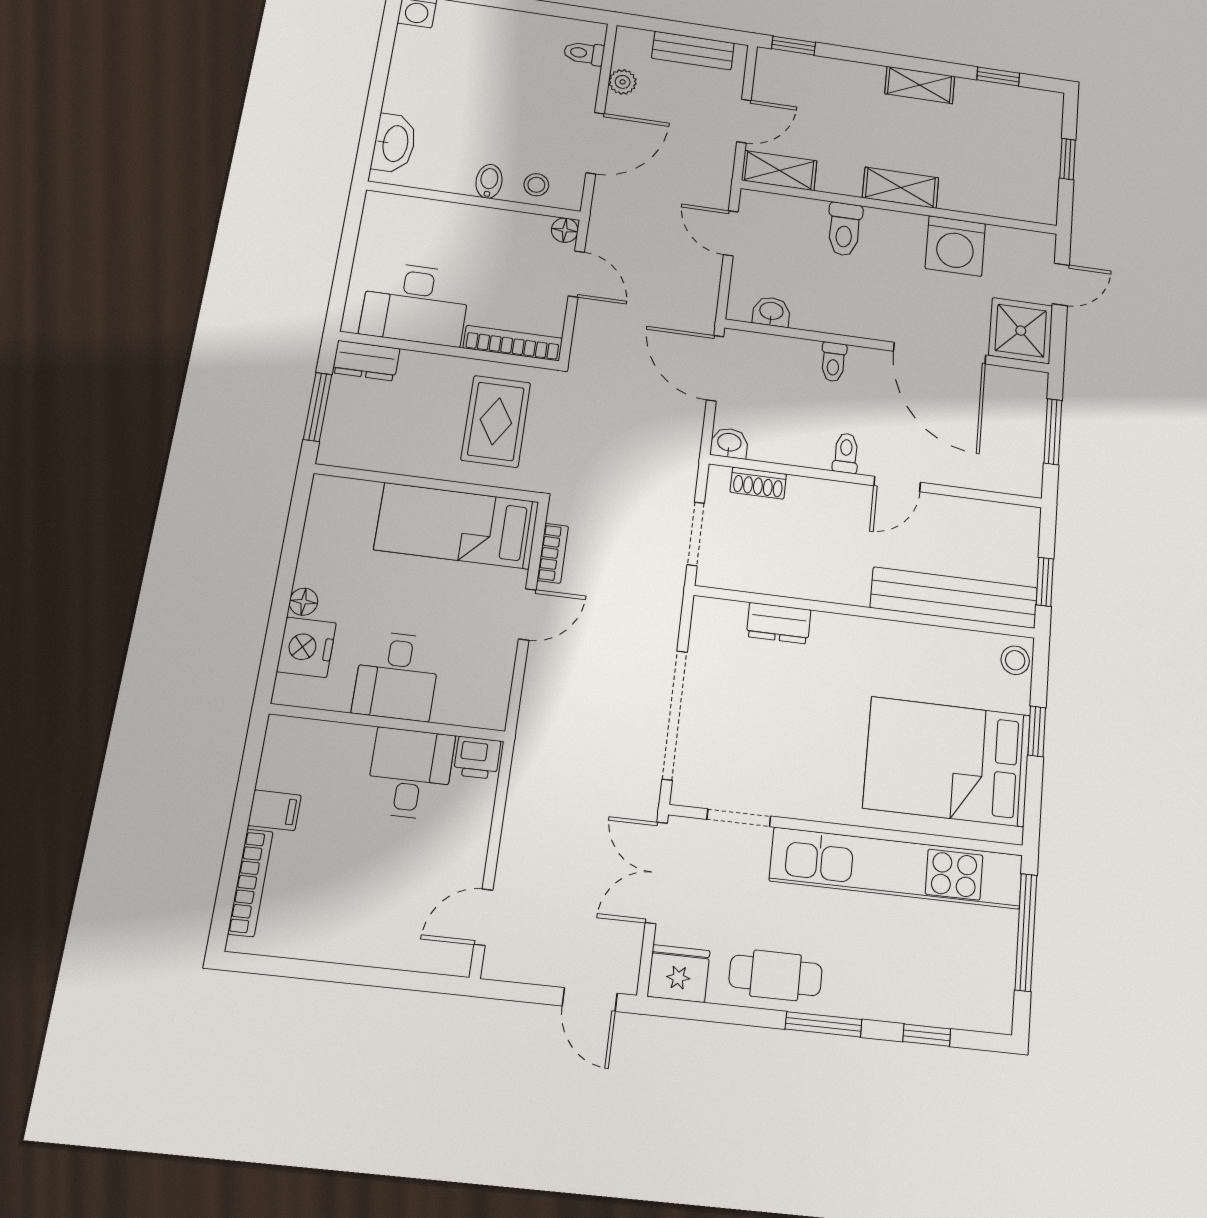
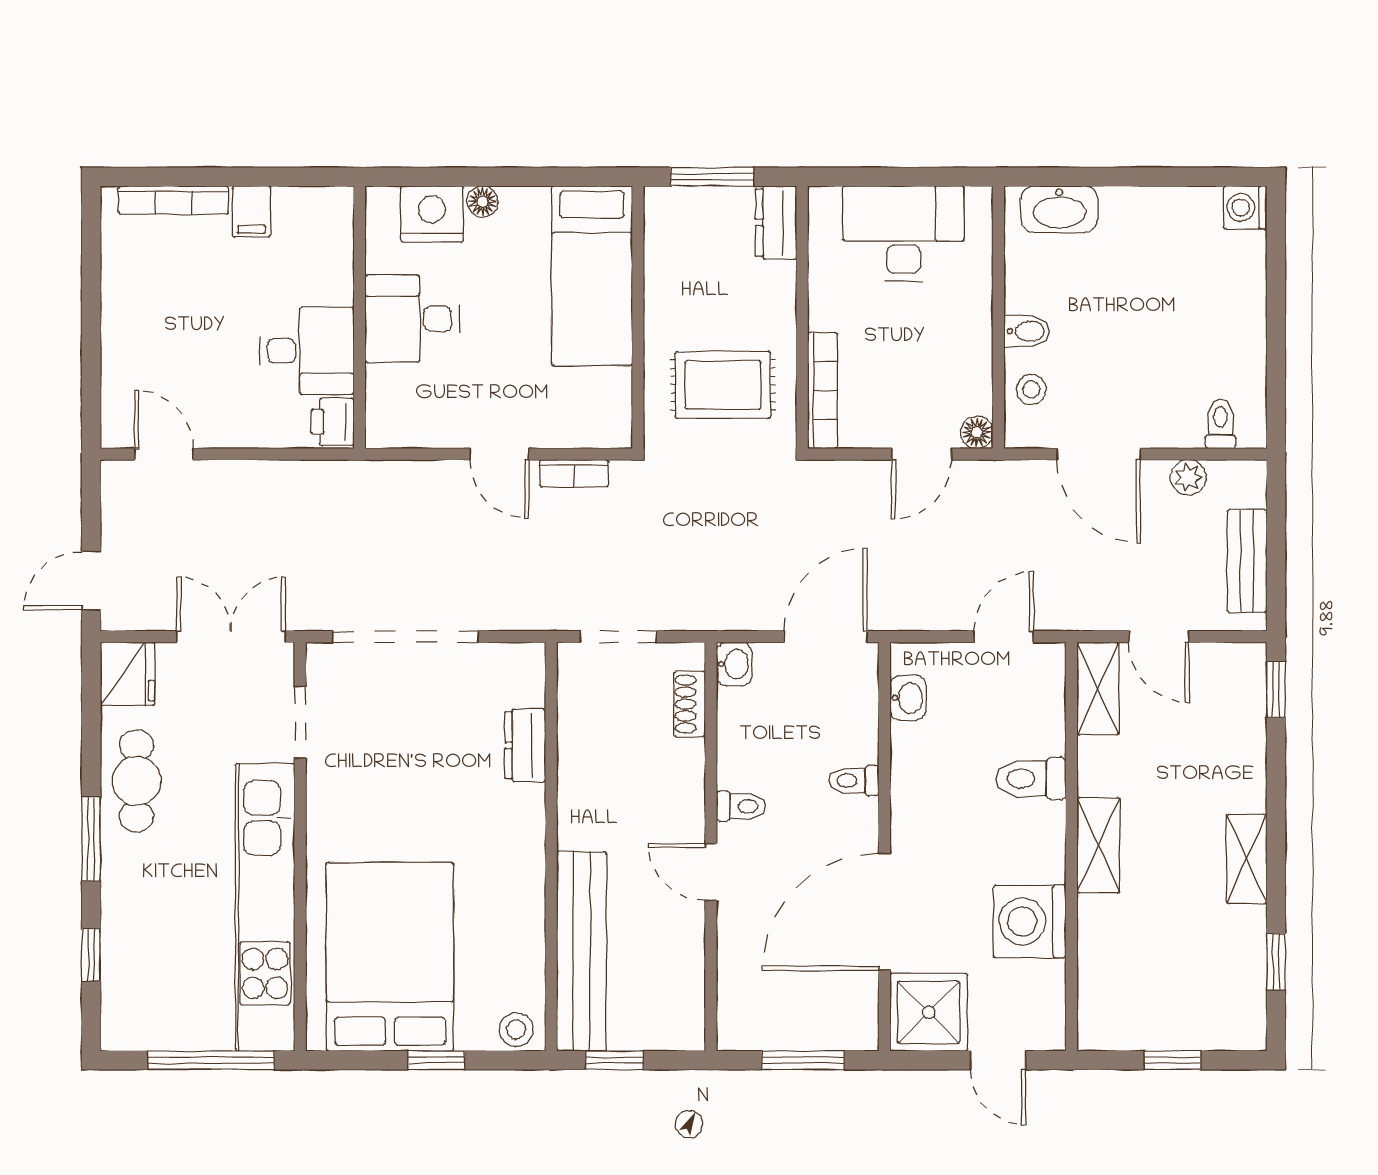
desk: (415, 304) -> (904, 233), moved, turned 90
bed: (457, 526) -> (592, 276), moved, turned 180

